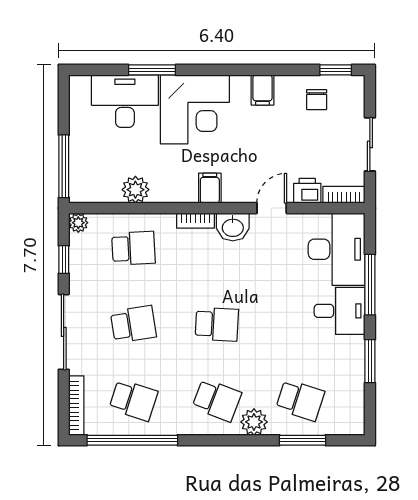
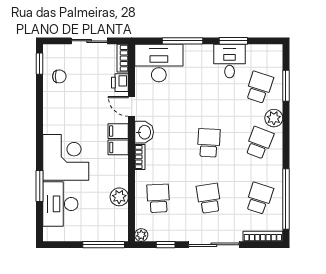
filing cabinet: (263, 90) -> (118, 131), moved, turned 180
desk: (340, 311) -> (230, 61), moved

